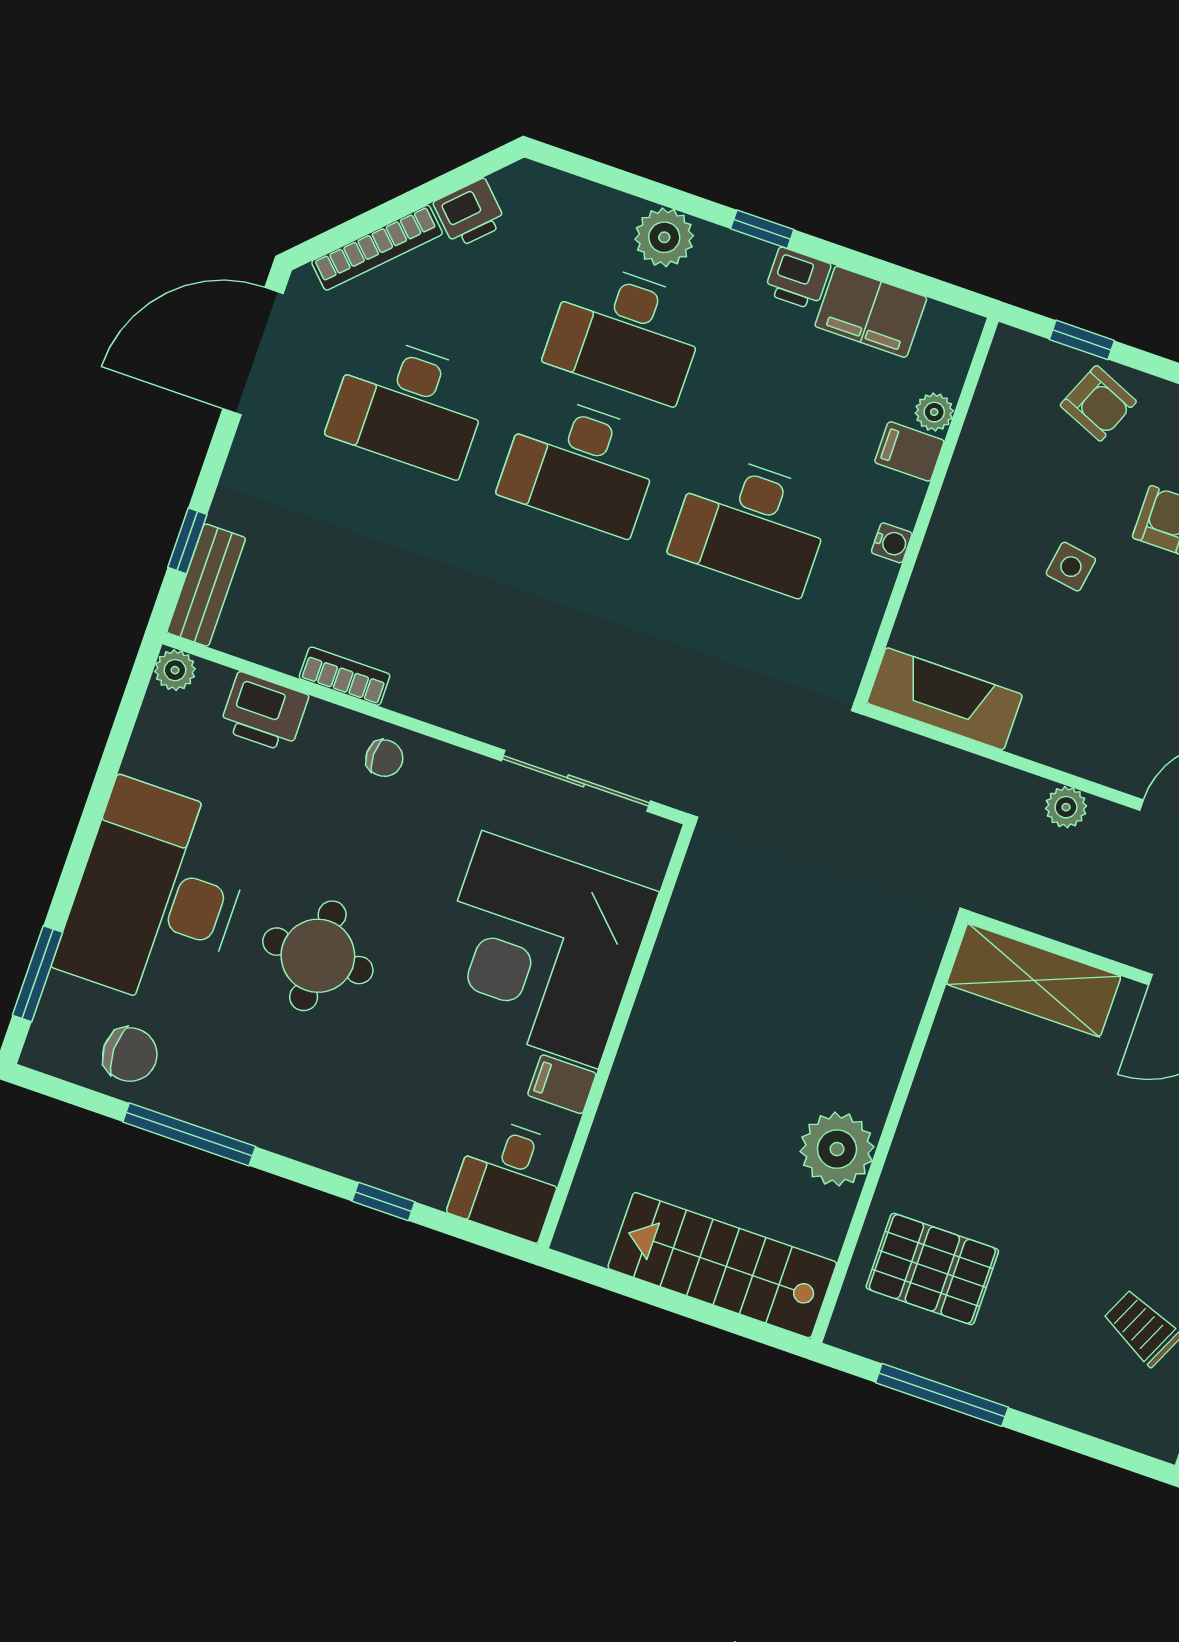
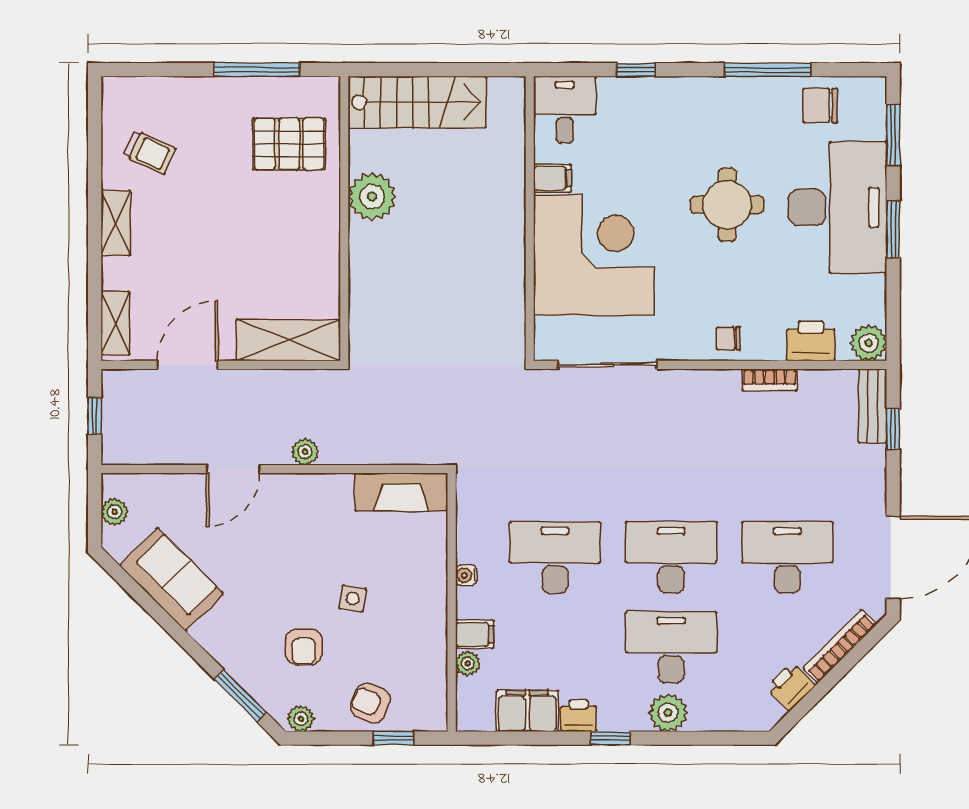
plant: (175, 670) -> (869, 343), width x1.38, depth x1.38
window: (86, 835) -> (893, 229), added

